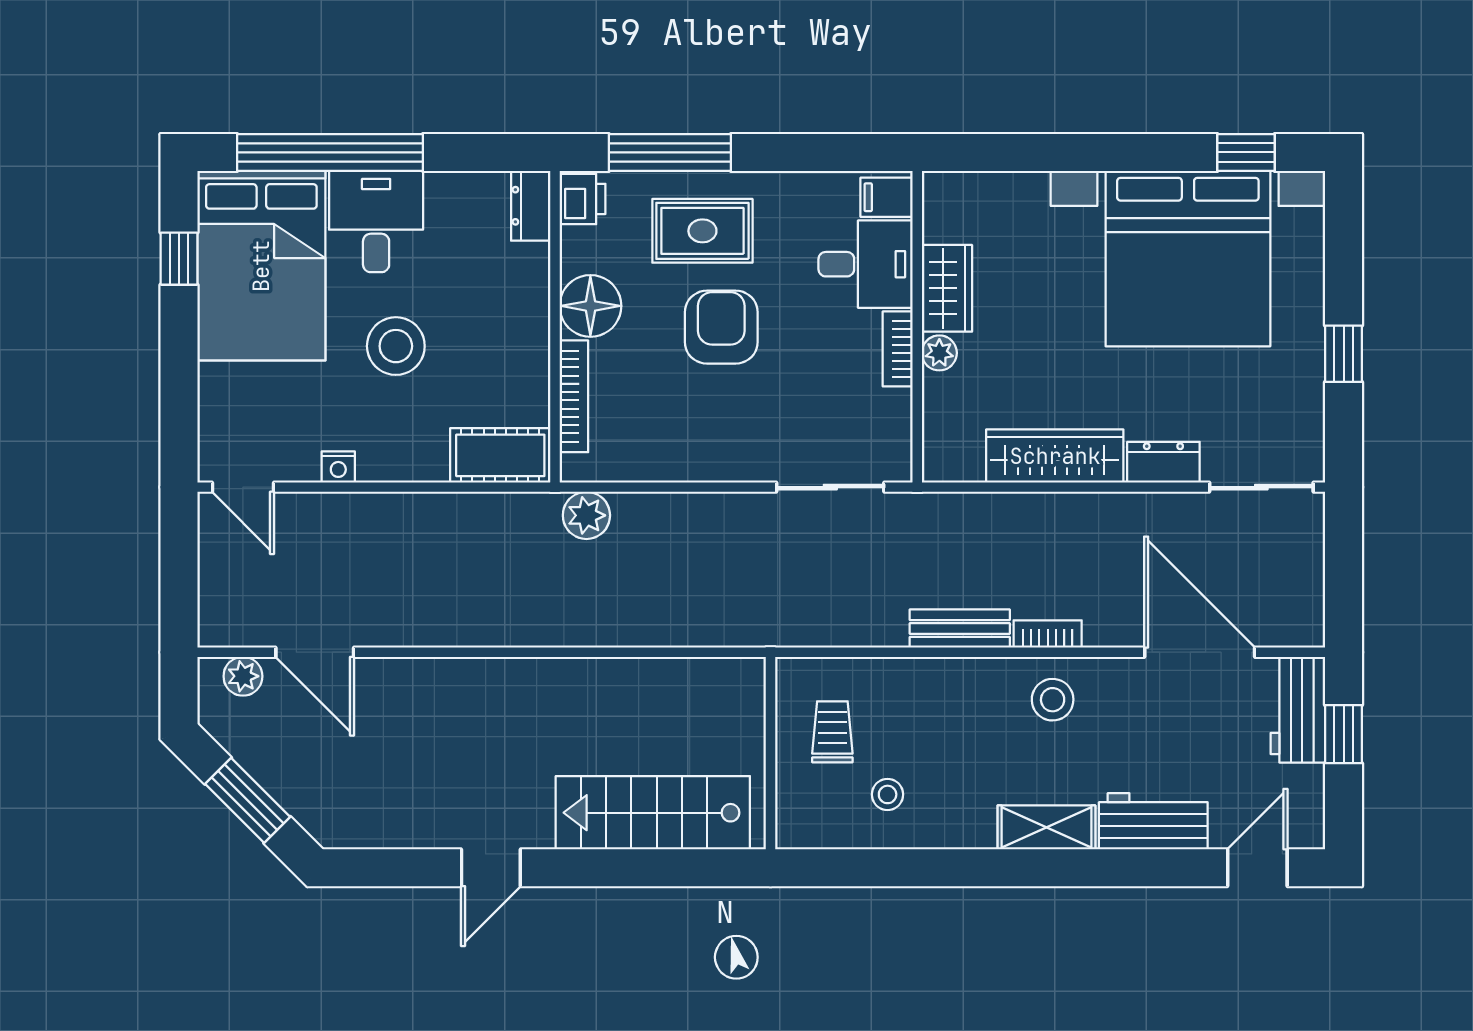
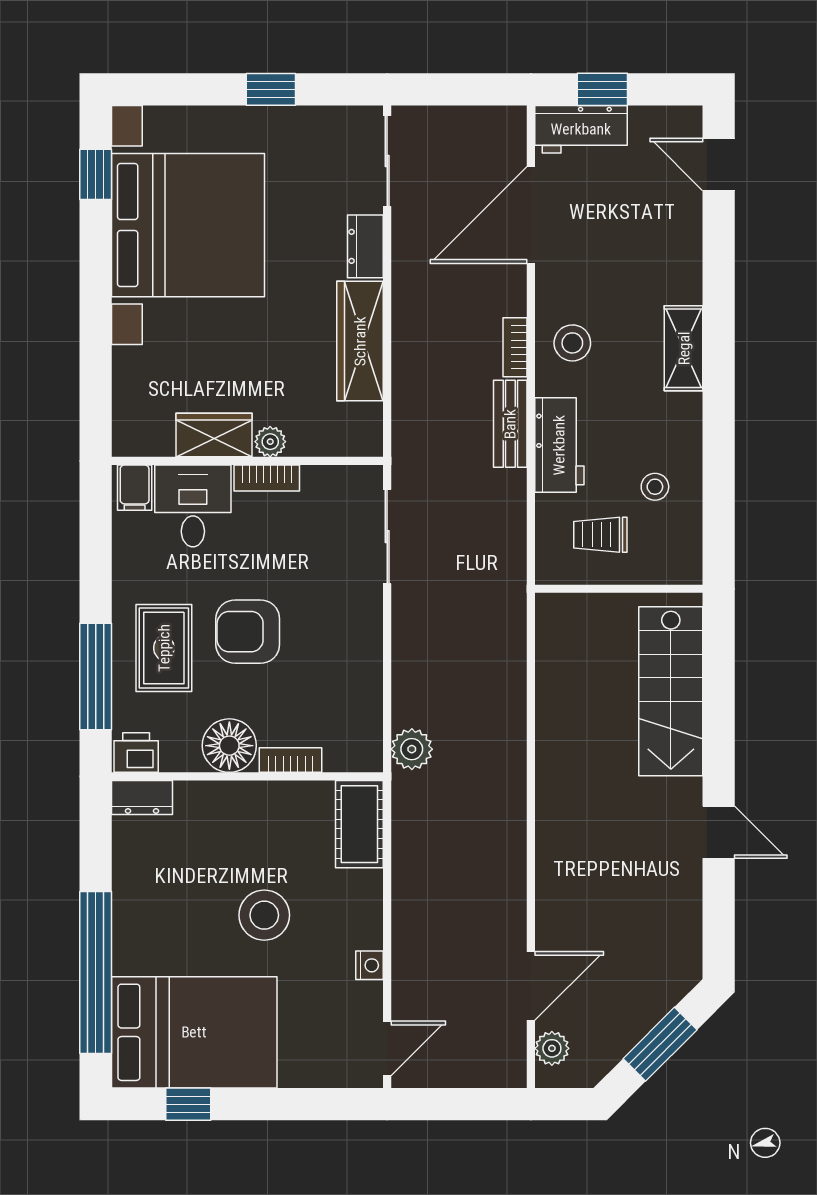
desk: (376, 222) -> (156, 932), removed
bookcase: (574, 396) -> (291, 760), width x0.64
workbench: (1153, 821) -> (559, 445), moved, turned 180

